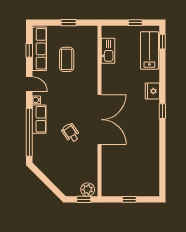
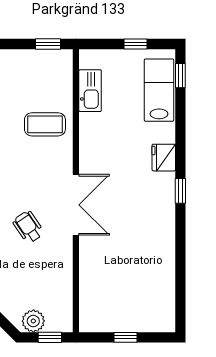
window: (69, 23) -> (48, 44), moved
coffee table: (67, 59) -> (45, 124), moved, turned 90
double door: (99, 120) -> (76, 205), width x0.73
plant: (88, 190) -> (33, 321), moved

